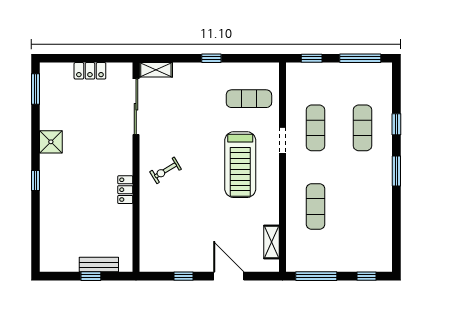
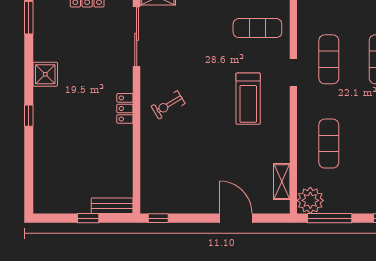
treadmill: (240, 165) -> (248, 99), width x0.73, depth x0.73
locker: (125, 190) -> (125, 108), moved
plant: (298, 260) -> (310, 200), added
bench: (99, 265) -> (112, 206), moved
window: (184, 276) -> (158, 218), moved

